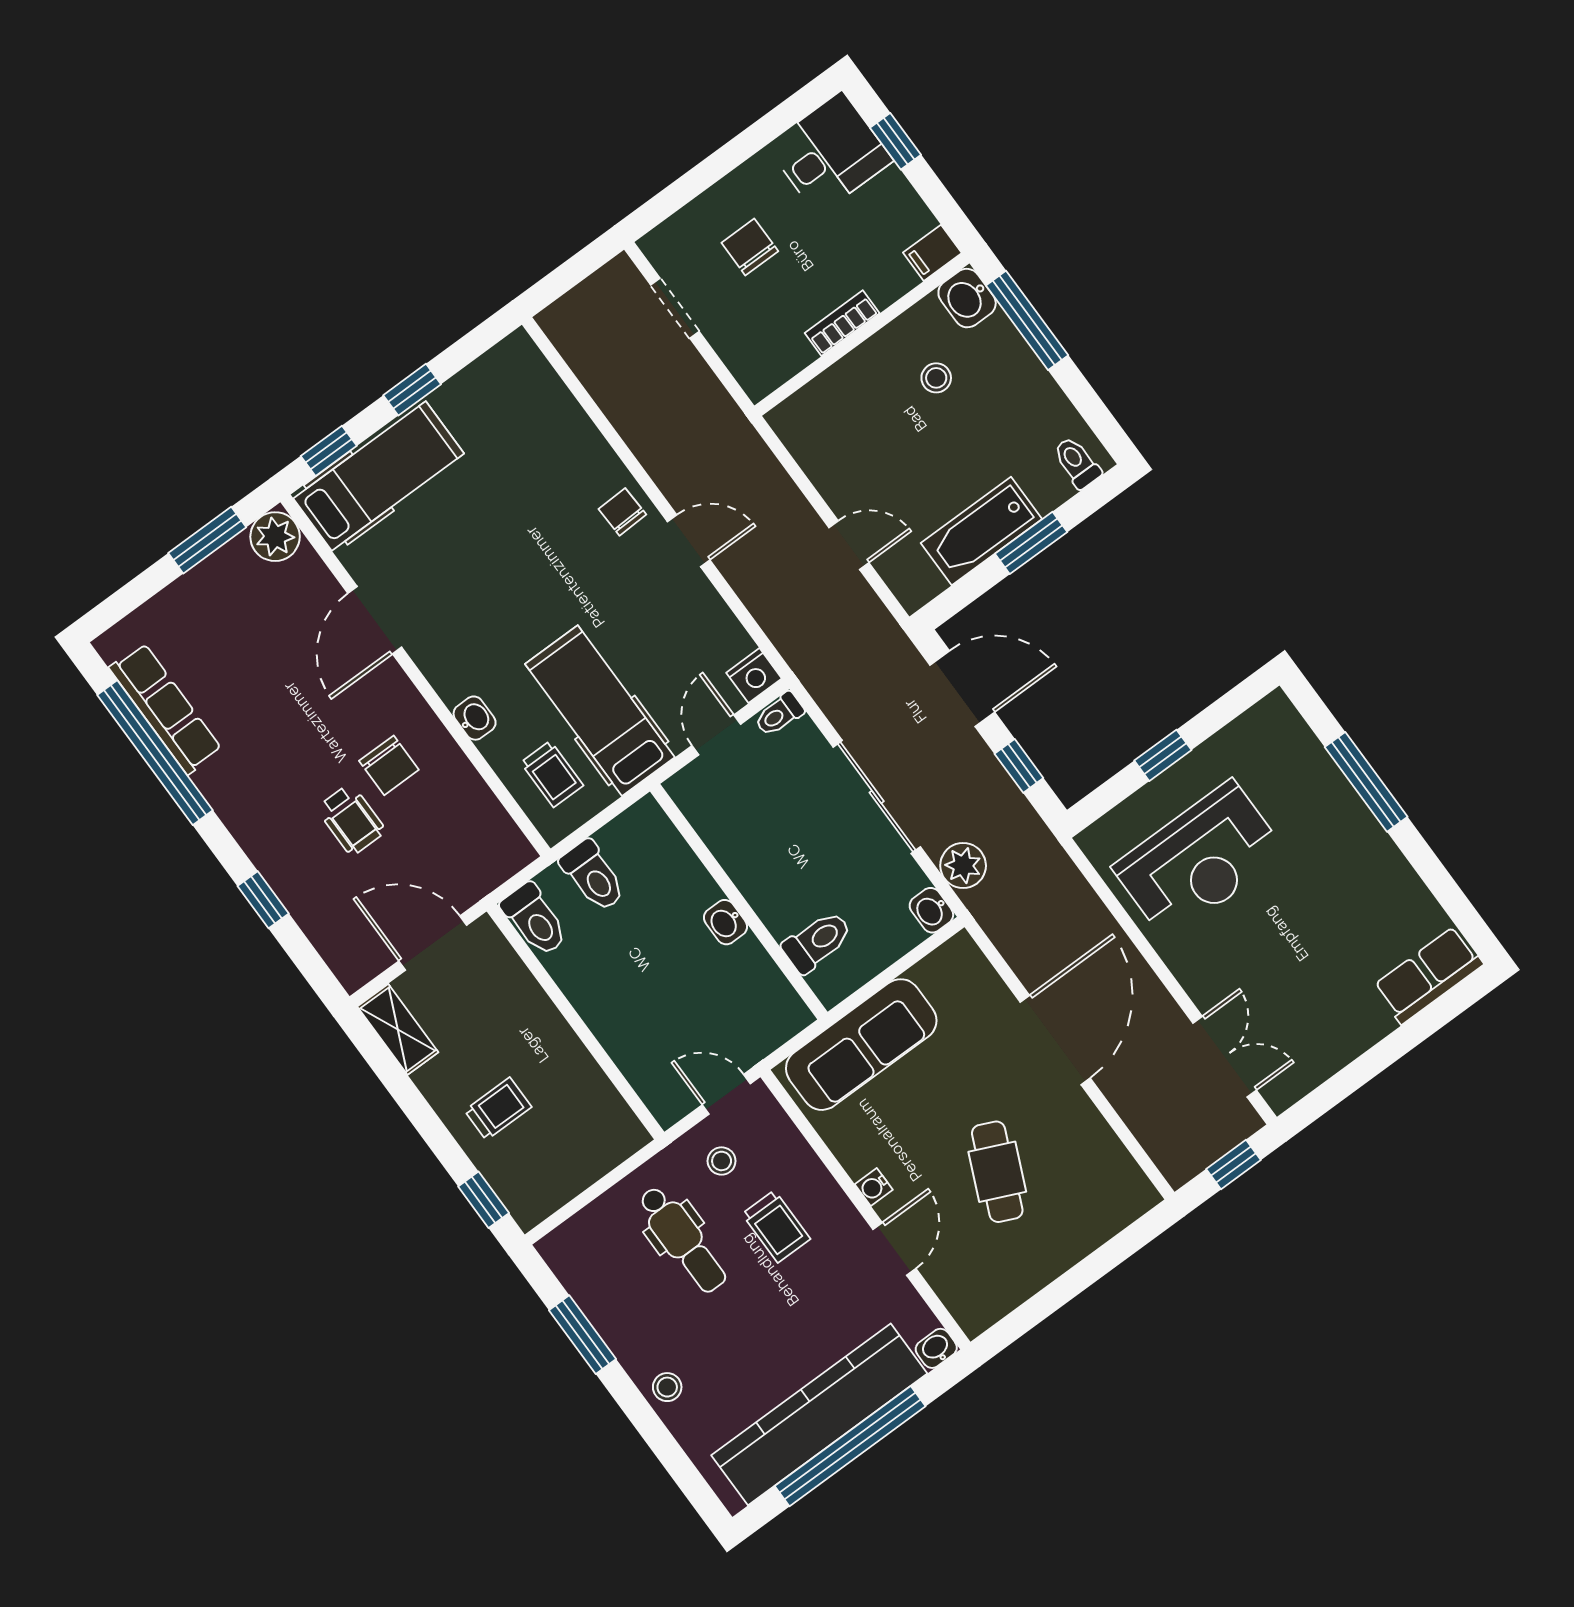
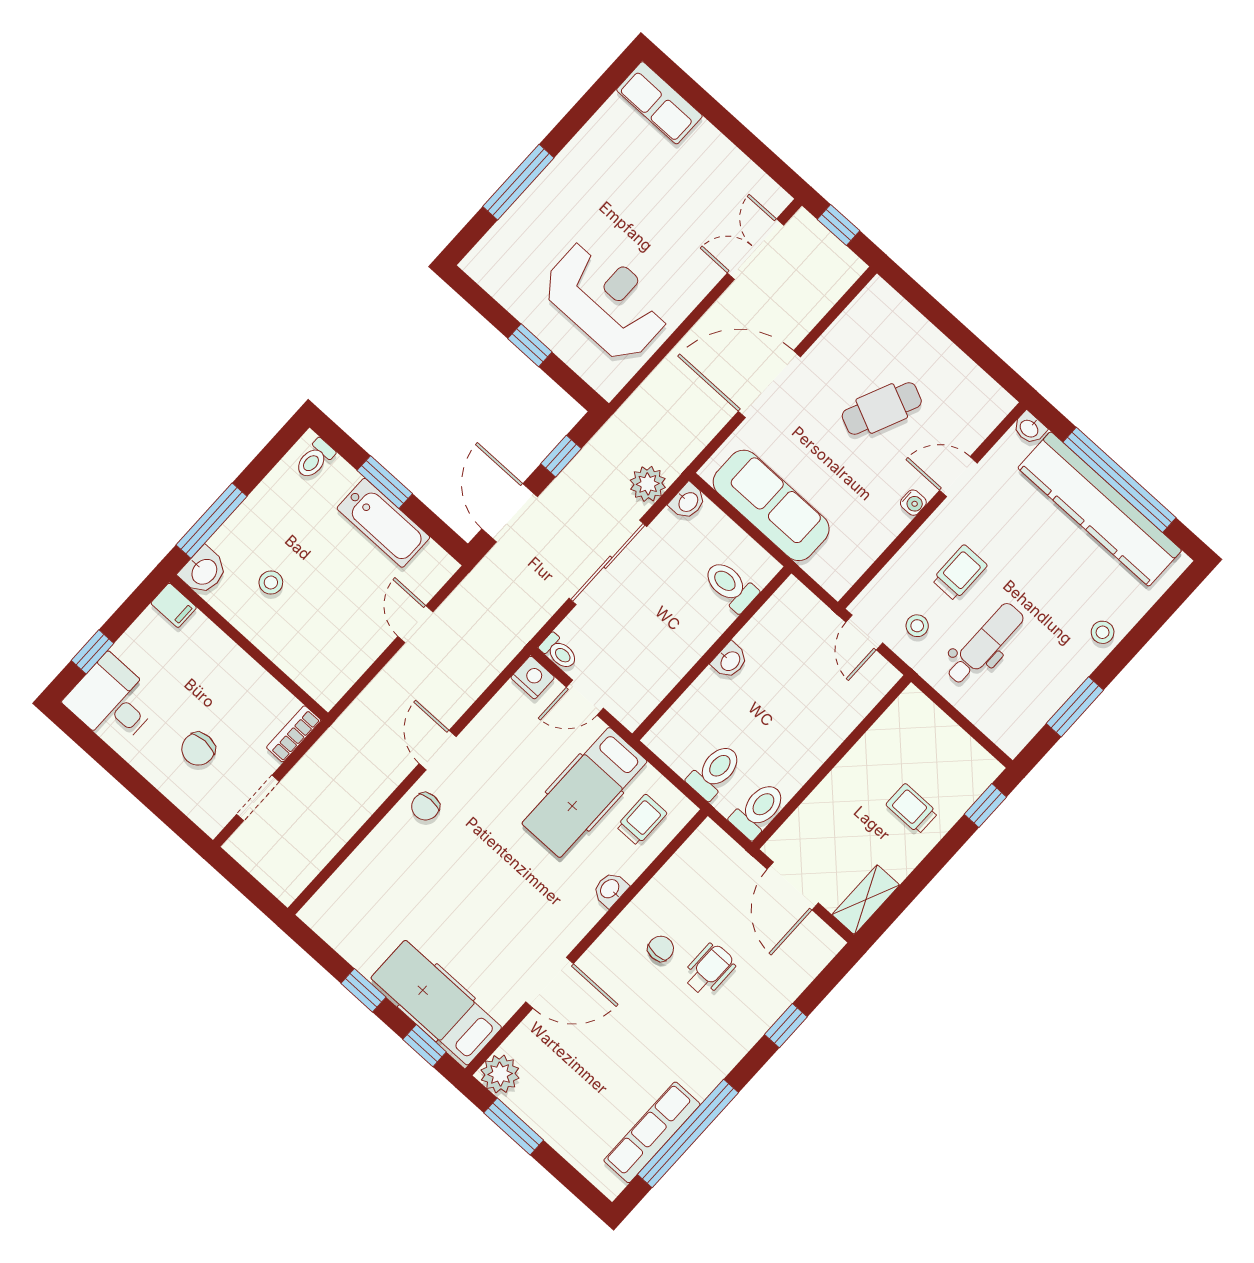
bookcase: (842, 323) -> (294, 734), moved, turned 90
chair: (389, 765) -> (661, 949), width x0.73, depth x0.73
sofa: (861, 1045) -> (771, 505), moved

